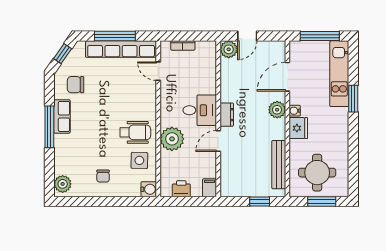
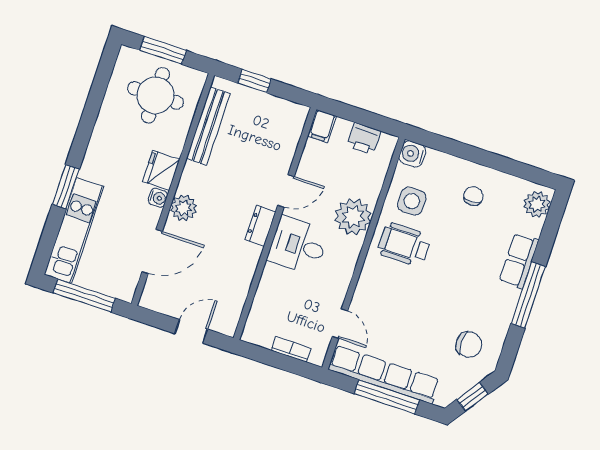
plant: (229, 49) -> (225, 321), removed
row of seats: (62, 116) -> (519, 261), moved

